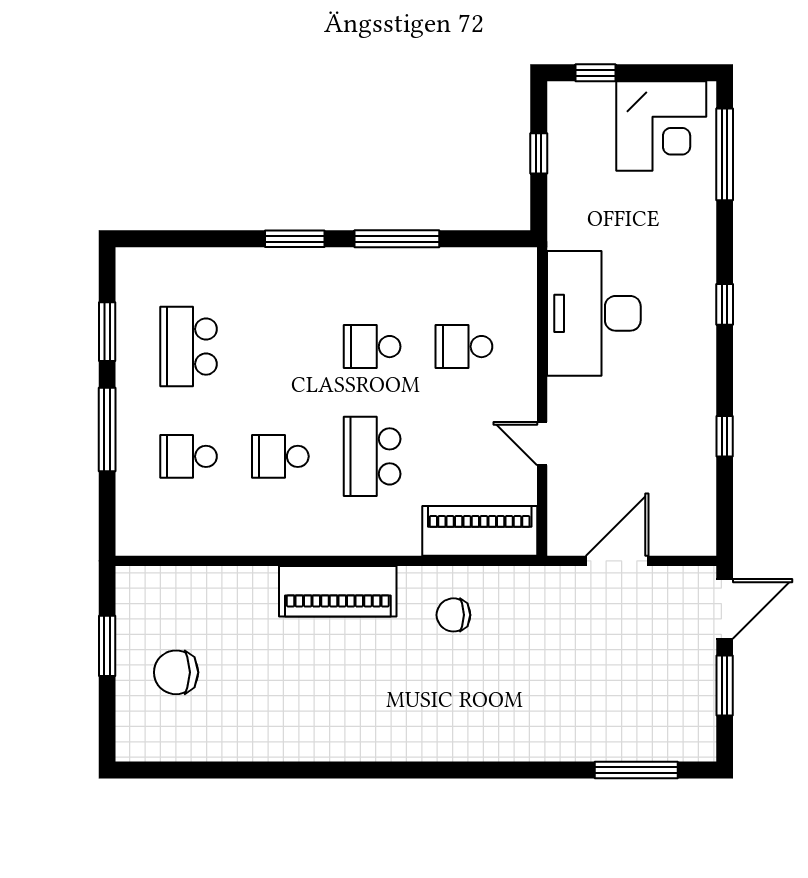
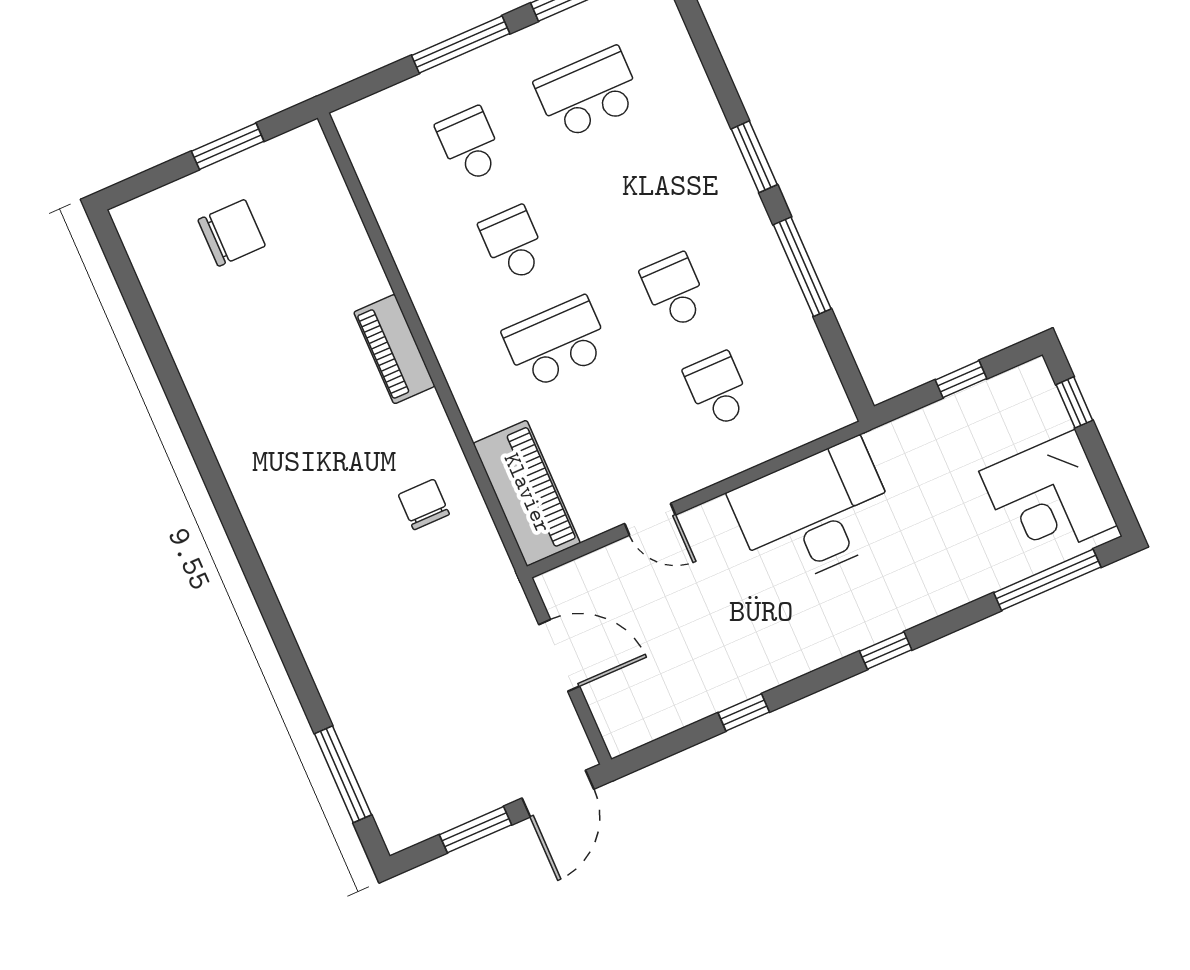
door: (542, 444) -> (650, 519), swing flipped
piano: (338, 591) -> (394, 349), width x0.73, depth x0.75
door: (725, 609) -> (558, 794), hinge flipped
chair: (176, 672) -> (232, 233), turned 90

